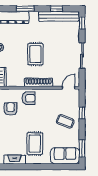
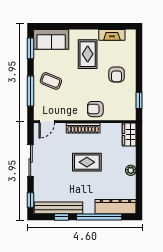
window: (25, 9) -> (99, 217), width x2.11
rug: (35, 54) -> (87, 162), turned 90
armchair: (11, 109) -> (117, 75), moved
window: (82, 113) -> (31, 91), width x2.17

